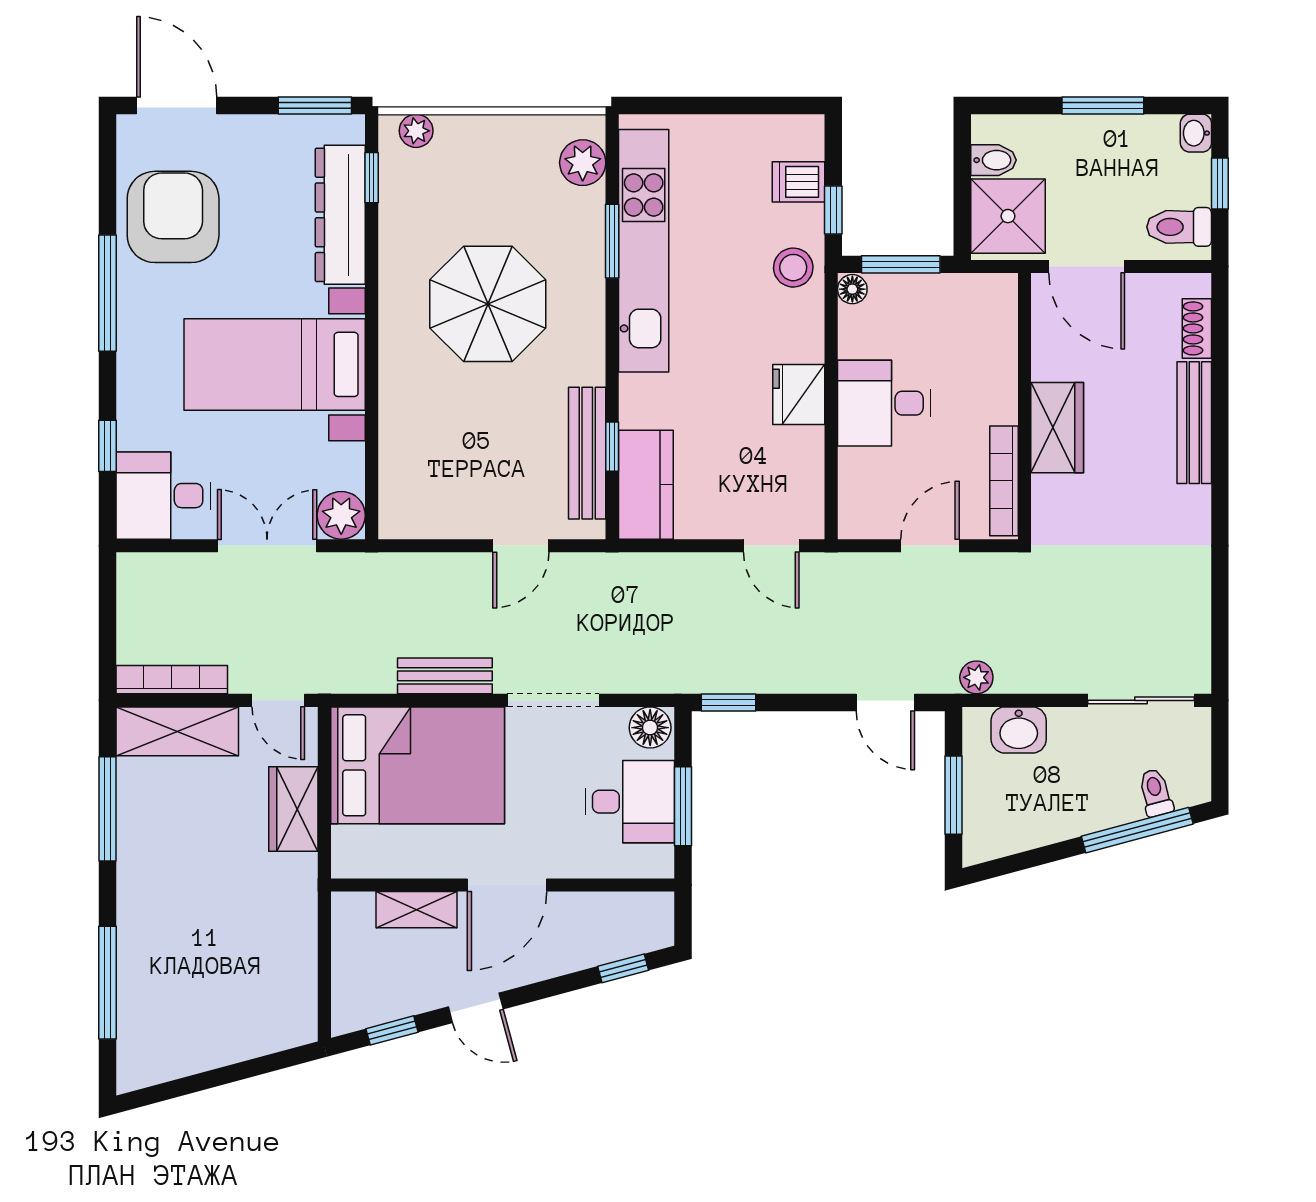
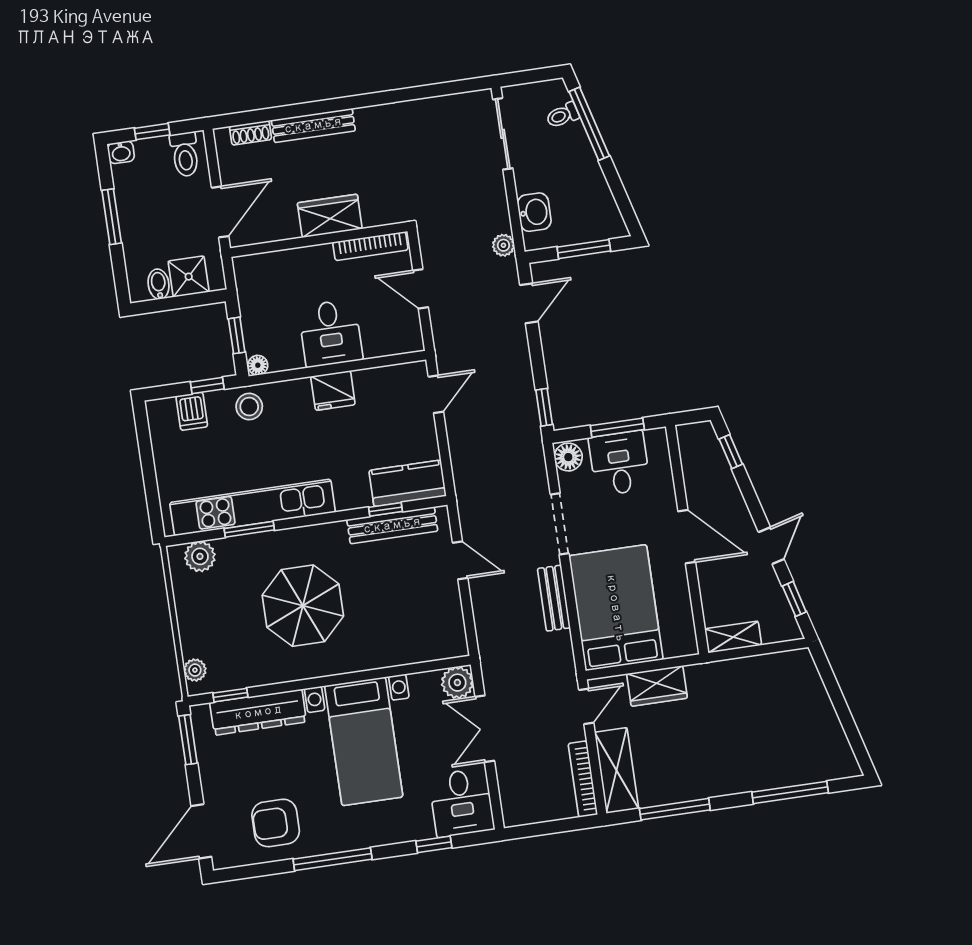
shower: (1008, 216) -> (189, 277), width x0.73, depth x0.73
armchair: (173, 217) -> (276, 823), width x0.73, depth x0.73
window: (901, 264) -> (237, 335), width x0.67
shelving: (417, 910) -> (733, 637), moved, turned 90

